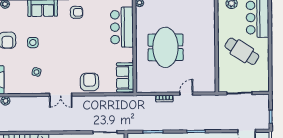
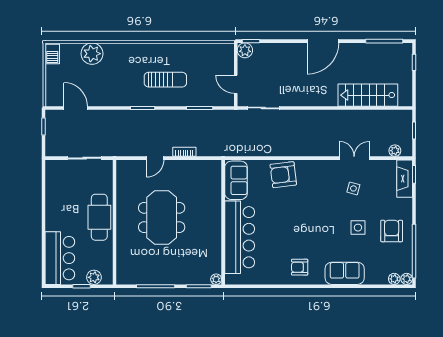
bar counter: (122, 27) -> (240, 237), width x1.36
meeting table: (166, 47) -> (162, 217), moved
cafe table: (242, 51) -> (99, 217), moved, turned 57
armchair: (89, 82) -> (283, 175), turned 83
double door: (61, 95) -> (354, 158), moved

